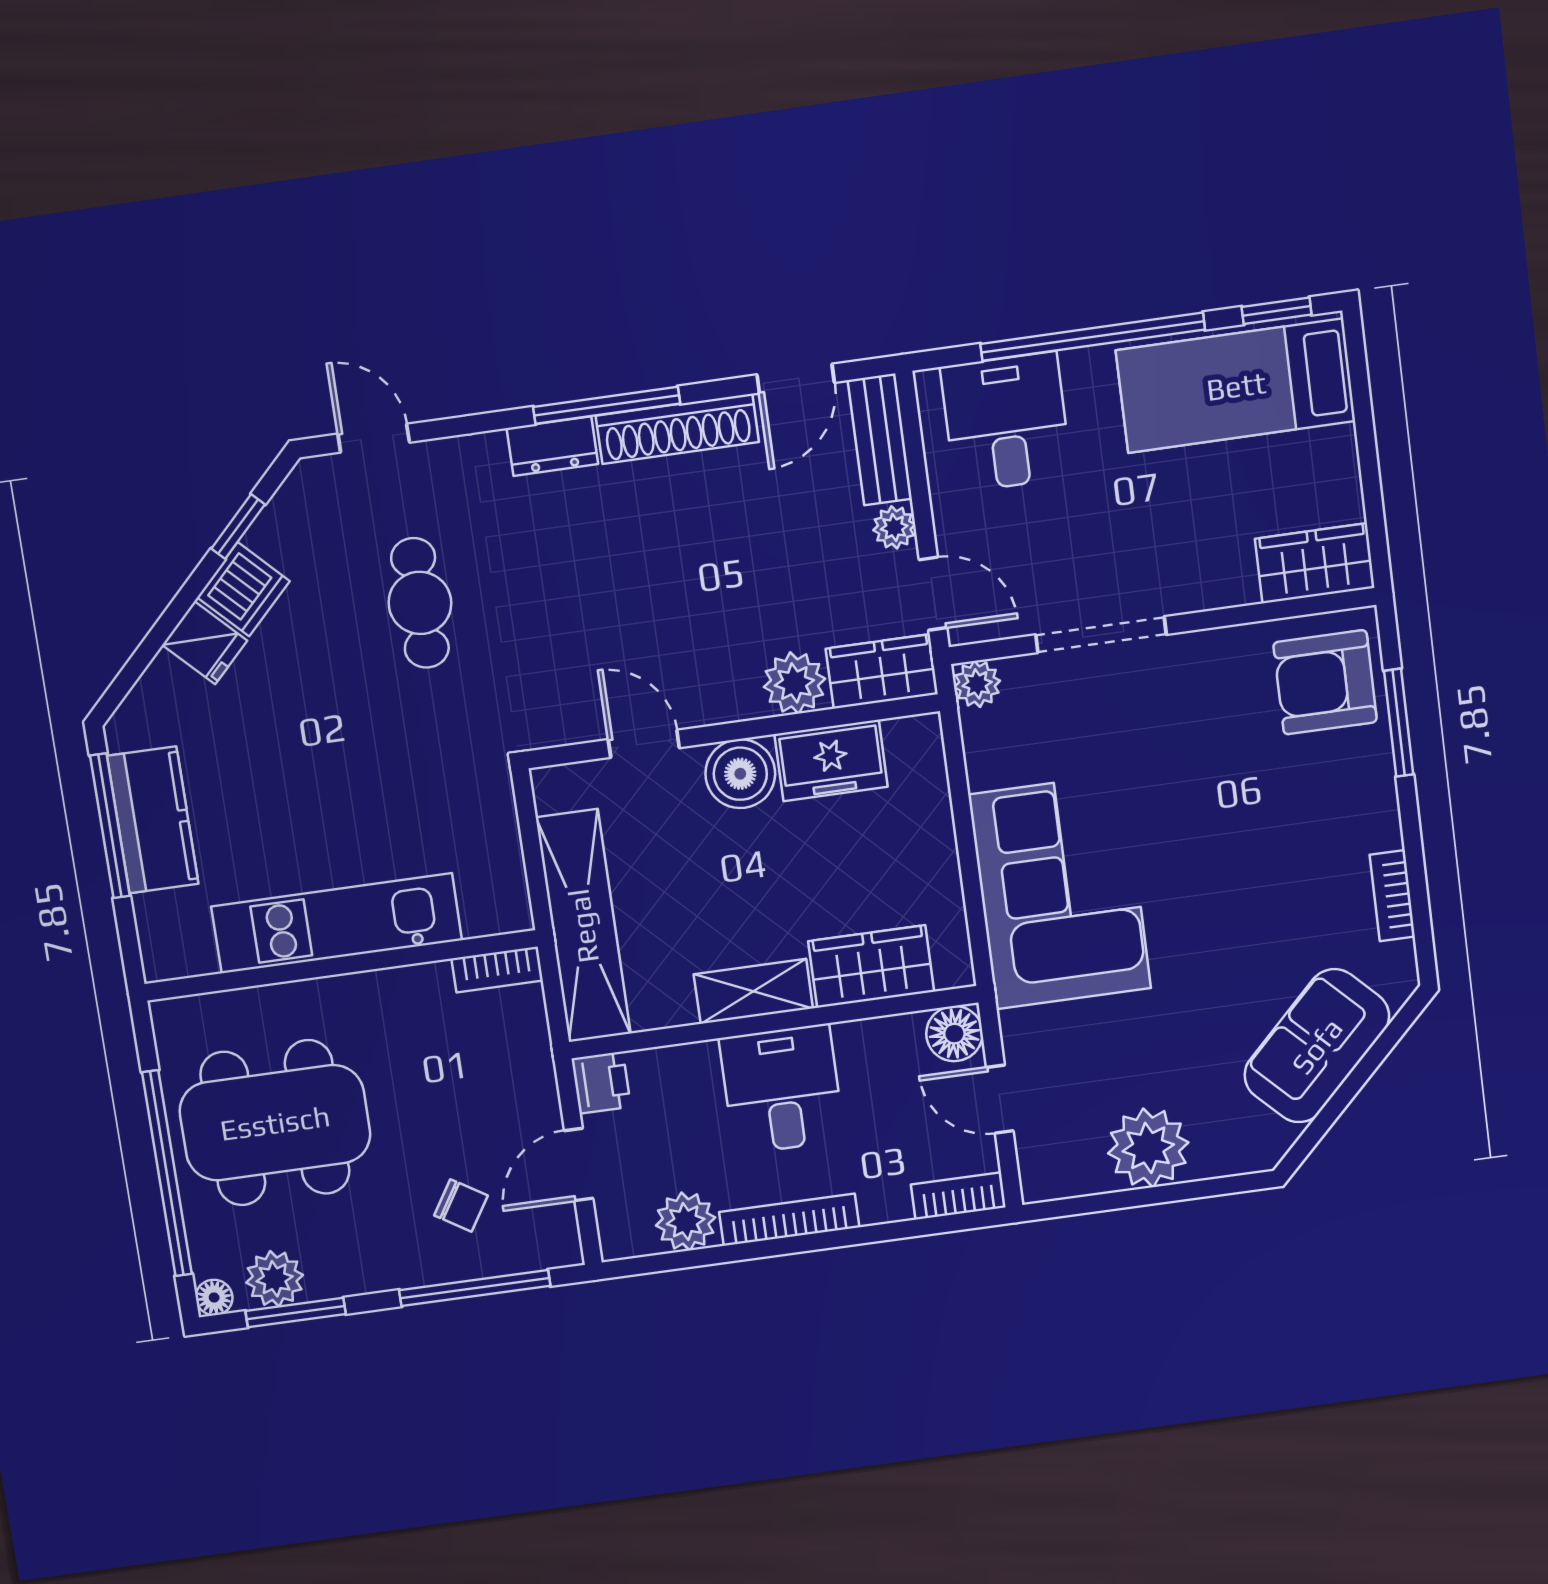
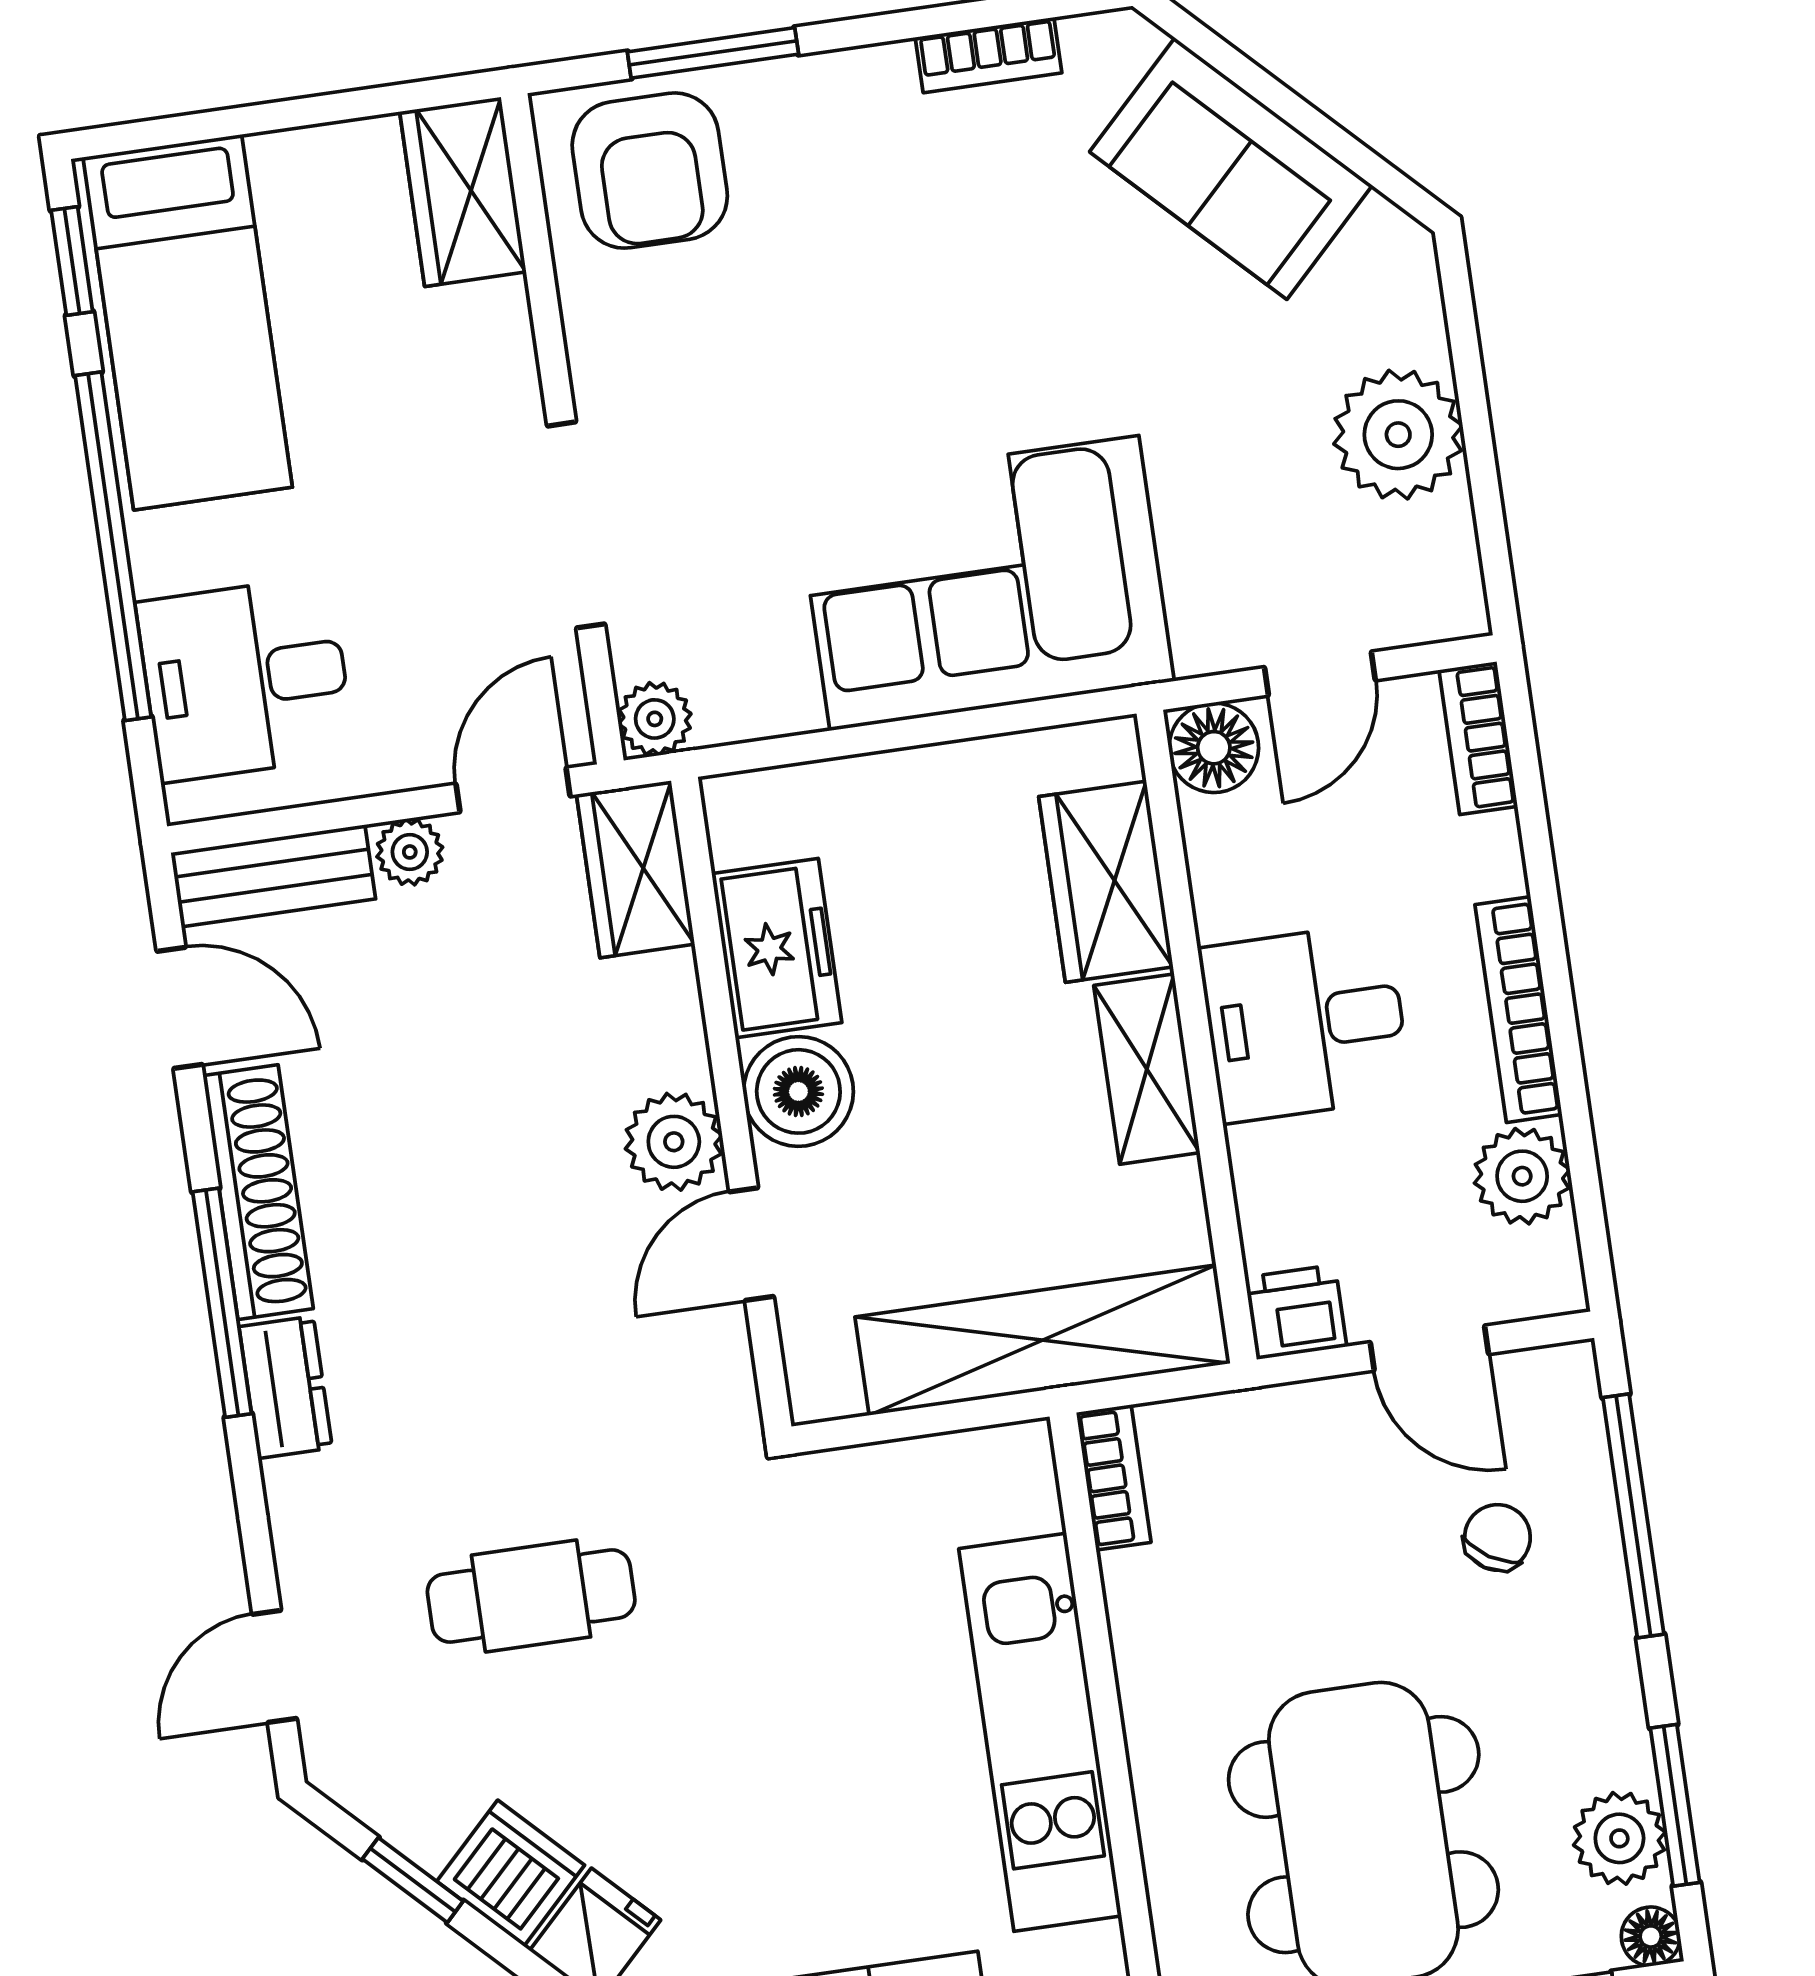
plant: (794, 683) -> (674, 1142), moved

